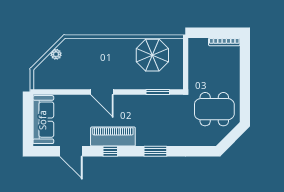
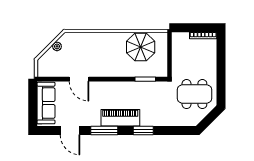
door: (102, 92) -> (79, 79), moved
piano: (113, 137) -> (120, 118), moved
window: (110, 151) -> (104, 131), width x2.17

